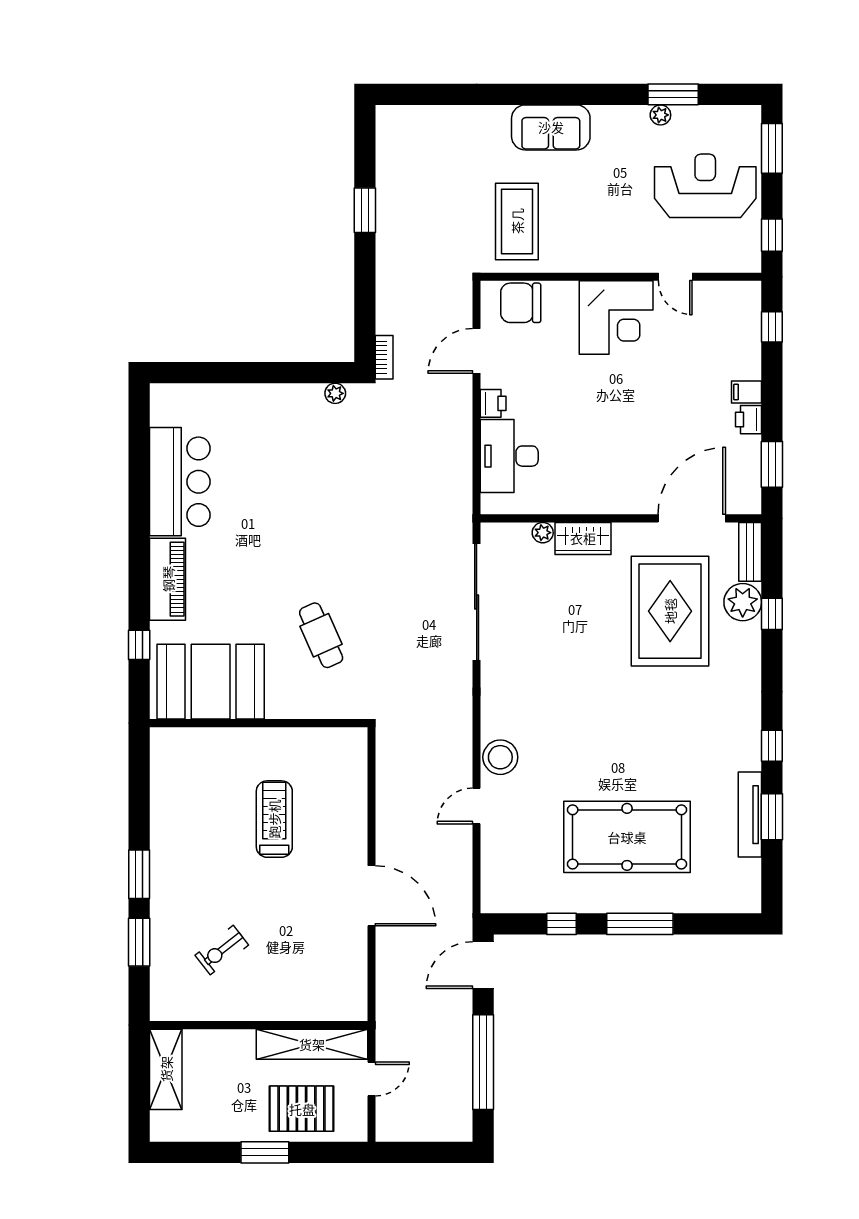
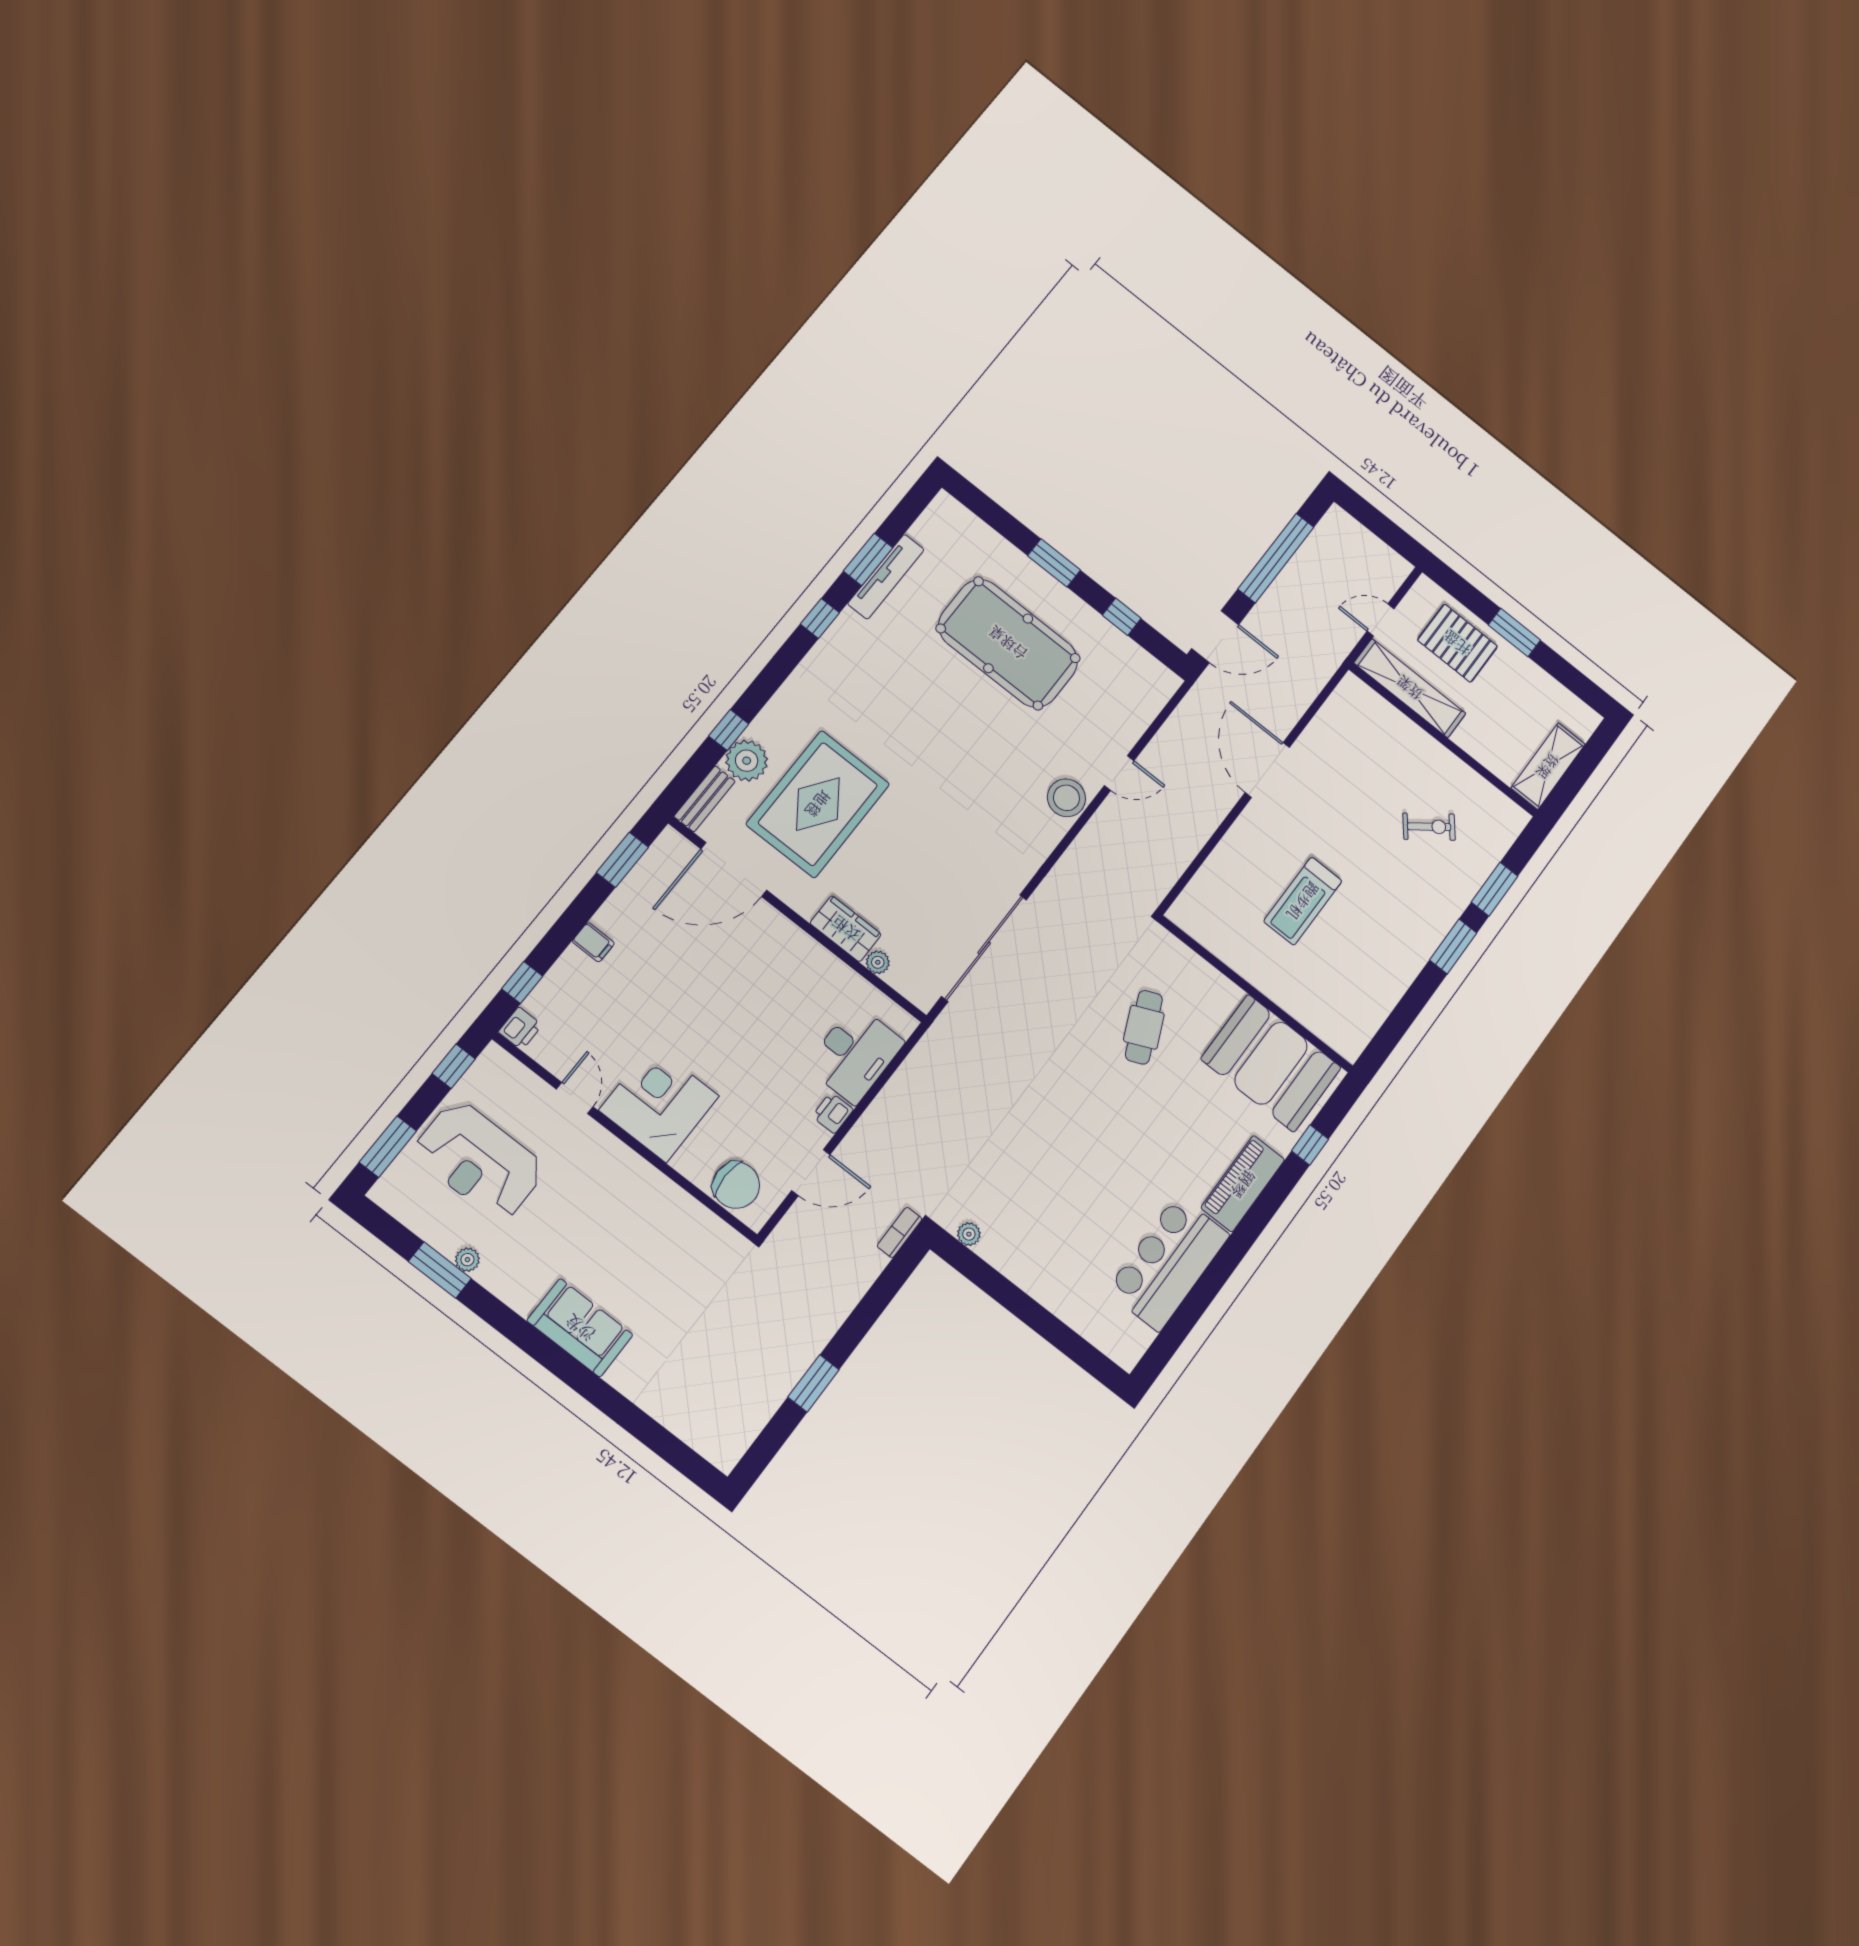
coffee table: (517, 221) -> (681, 1263), removed
printer: (748, 420) -> (520, 1028), moved
window: (640, 924) -> (1054, 563), width x0.69

